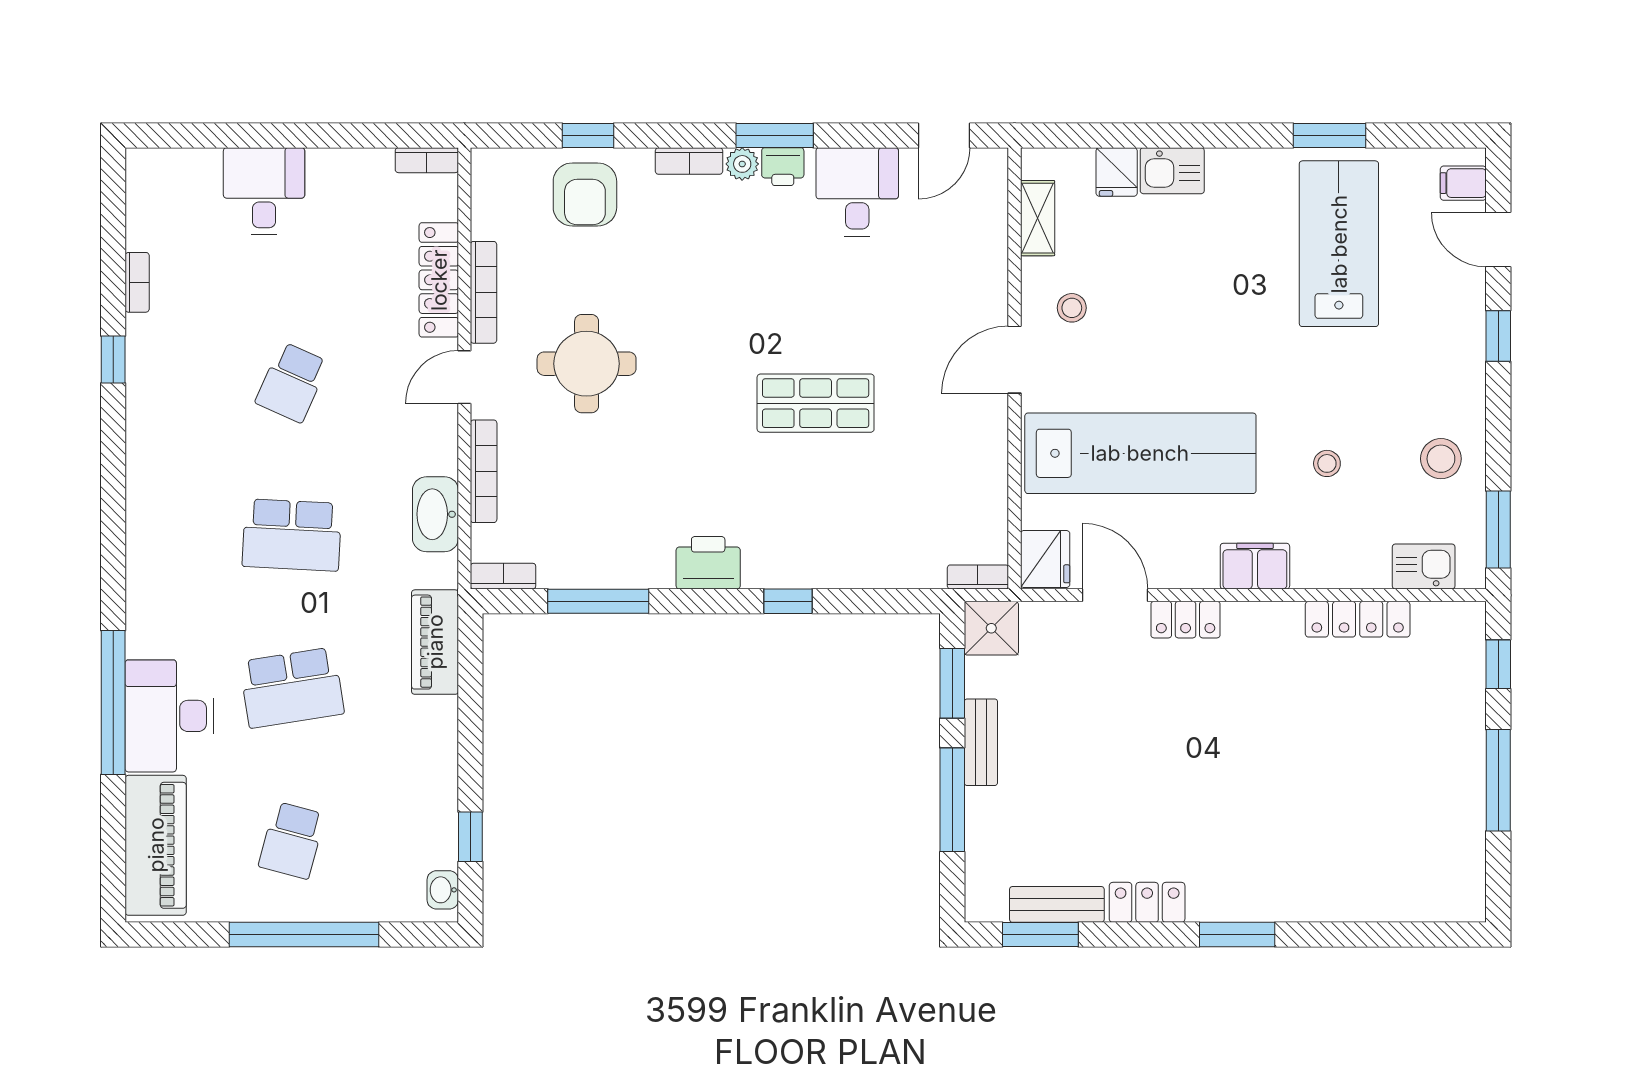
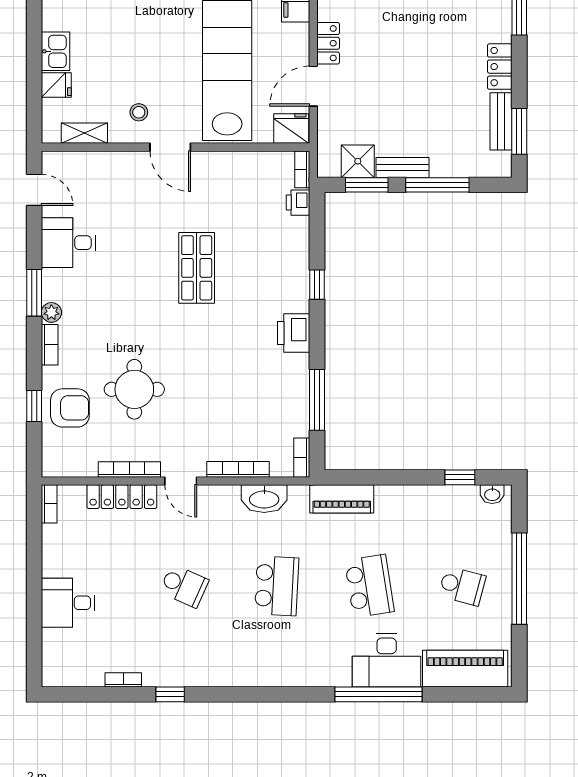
printer: (783, 167) -> (298, 203), moved, turned 180
round table: (587, 364) -> (134, 389), moved
shower: (991, 628) -> (358, 161), moved

